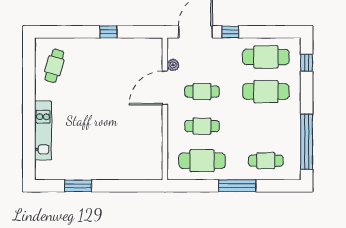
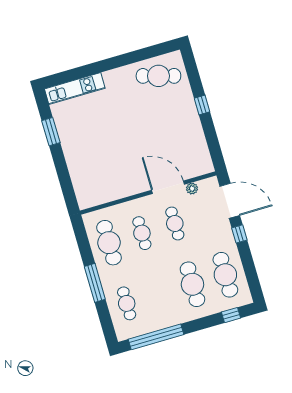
window: (108, 32) -> (202, 105), moved
cafe table: (54, 66) -> (158, 76), width x1.37, depth x1.35
kitchen unit: (43, 130) -> (75, 89), moved

